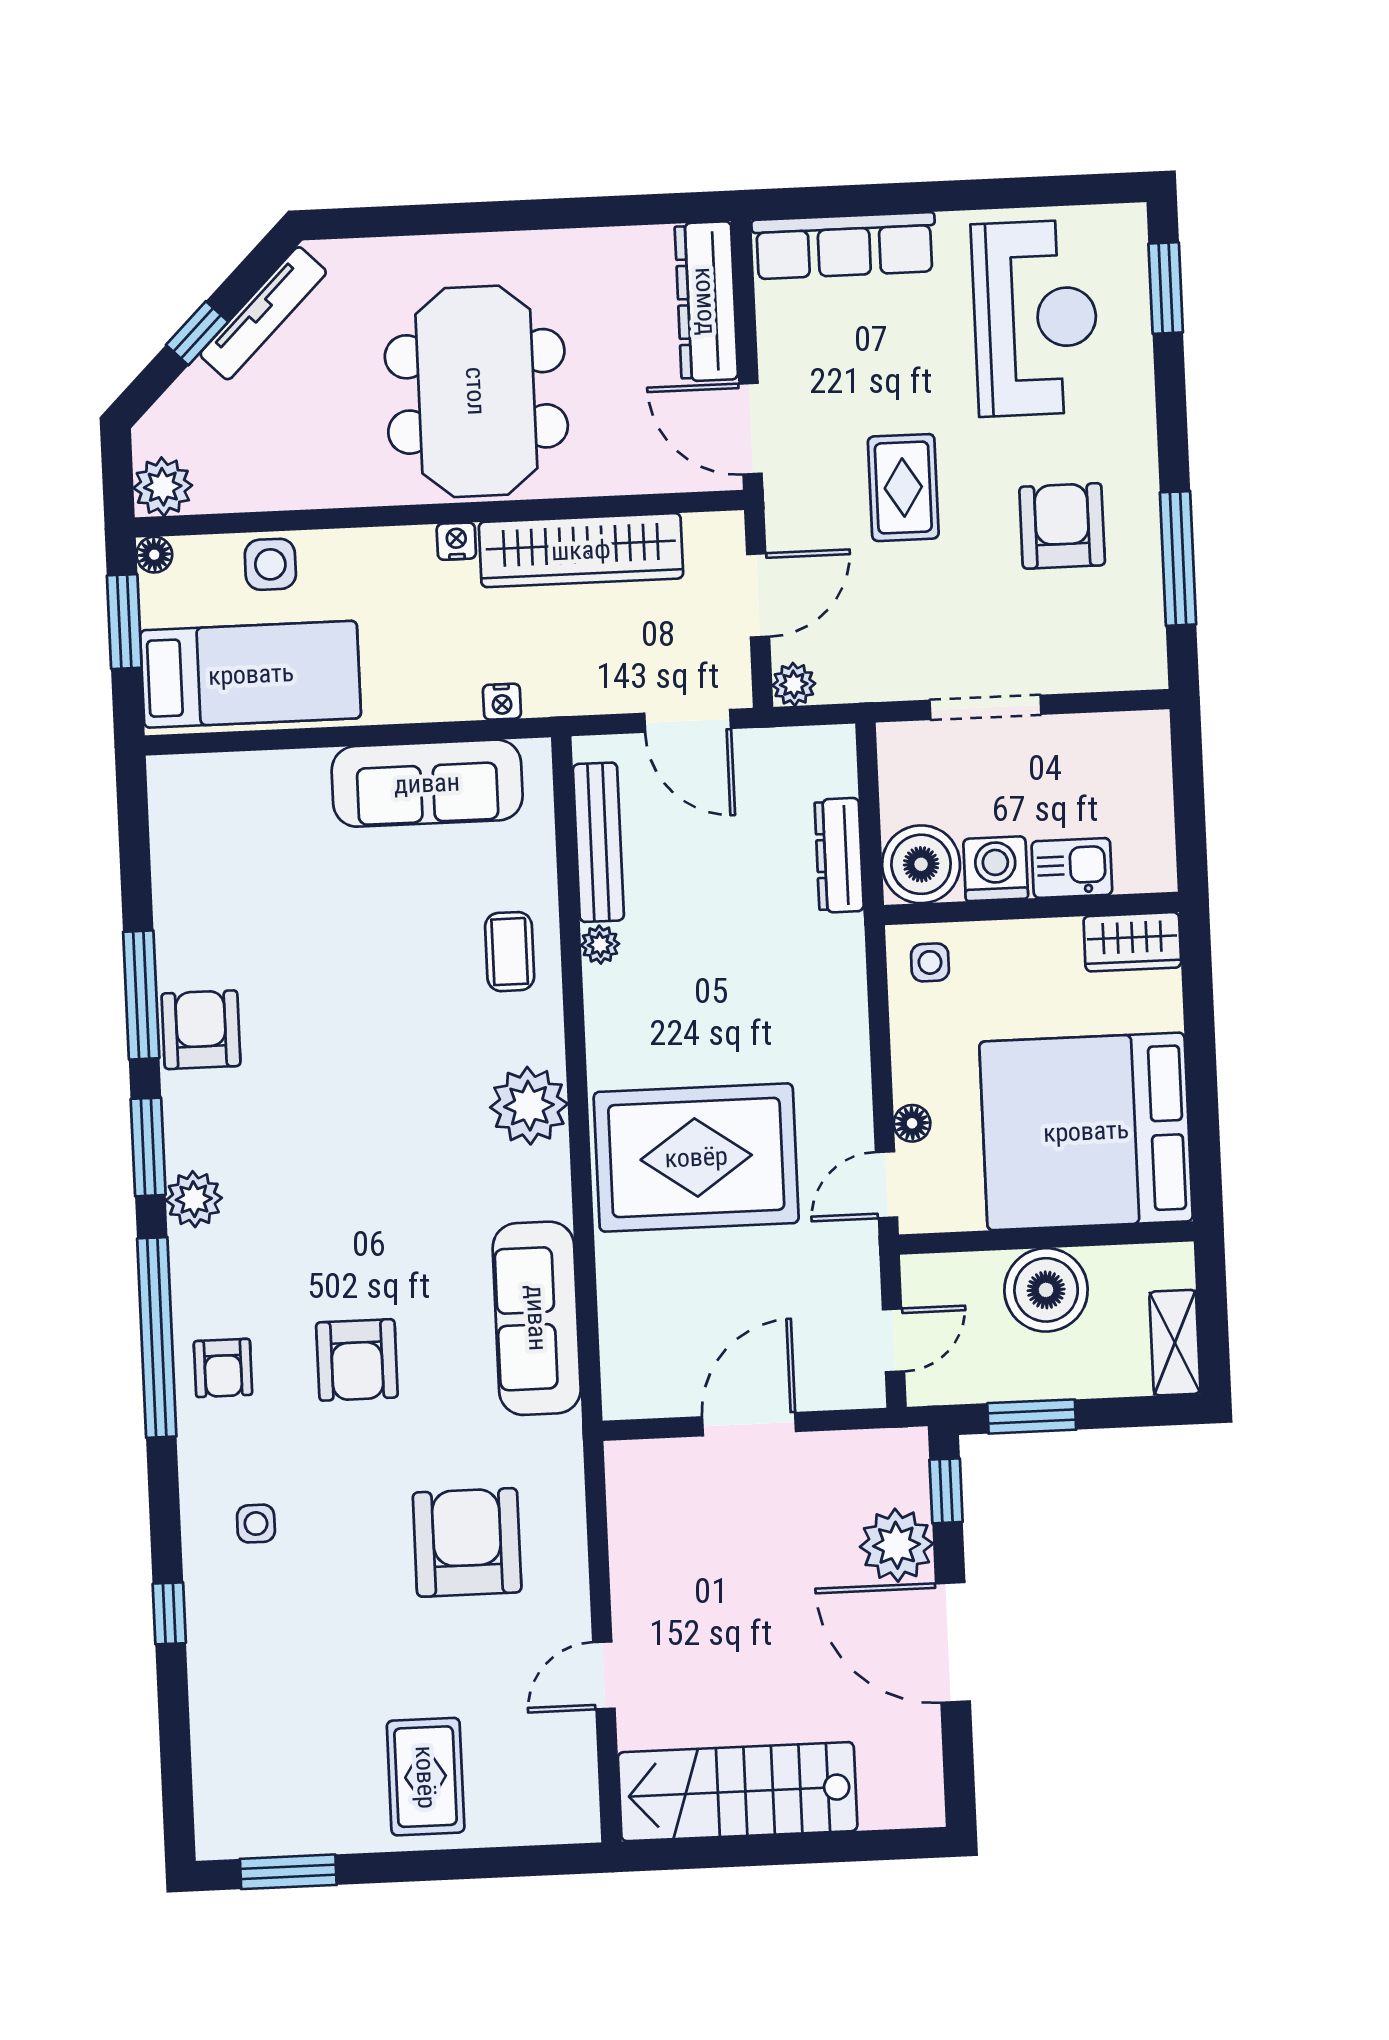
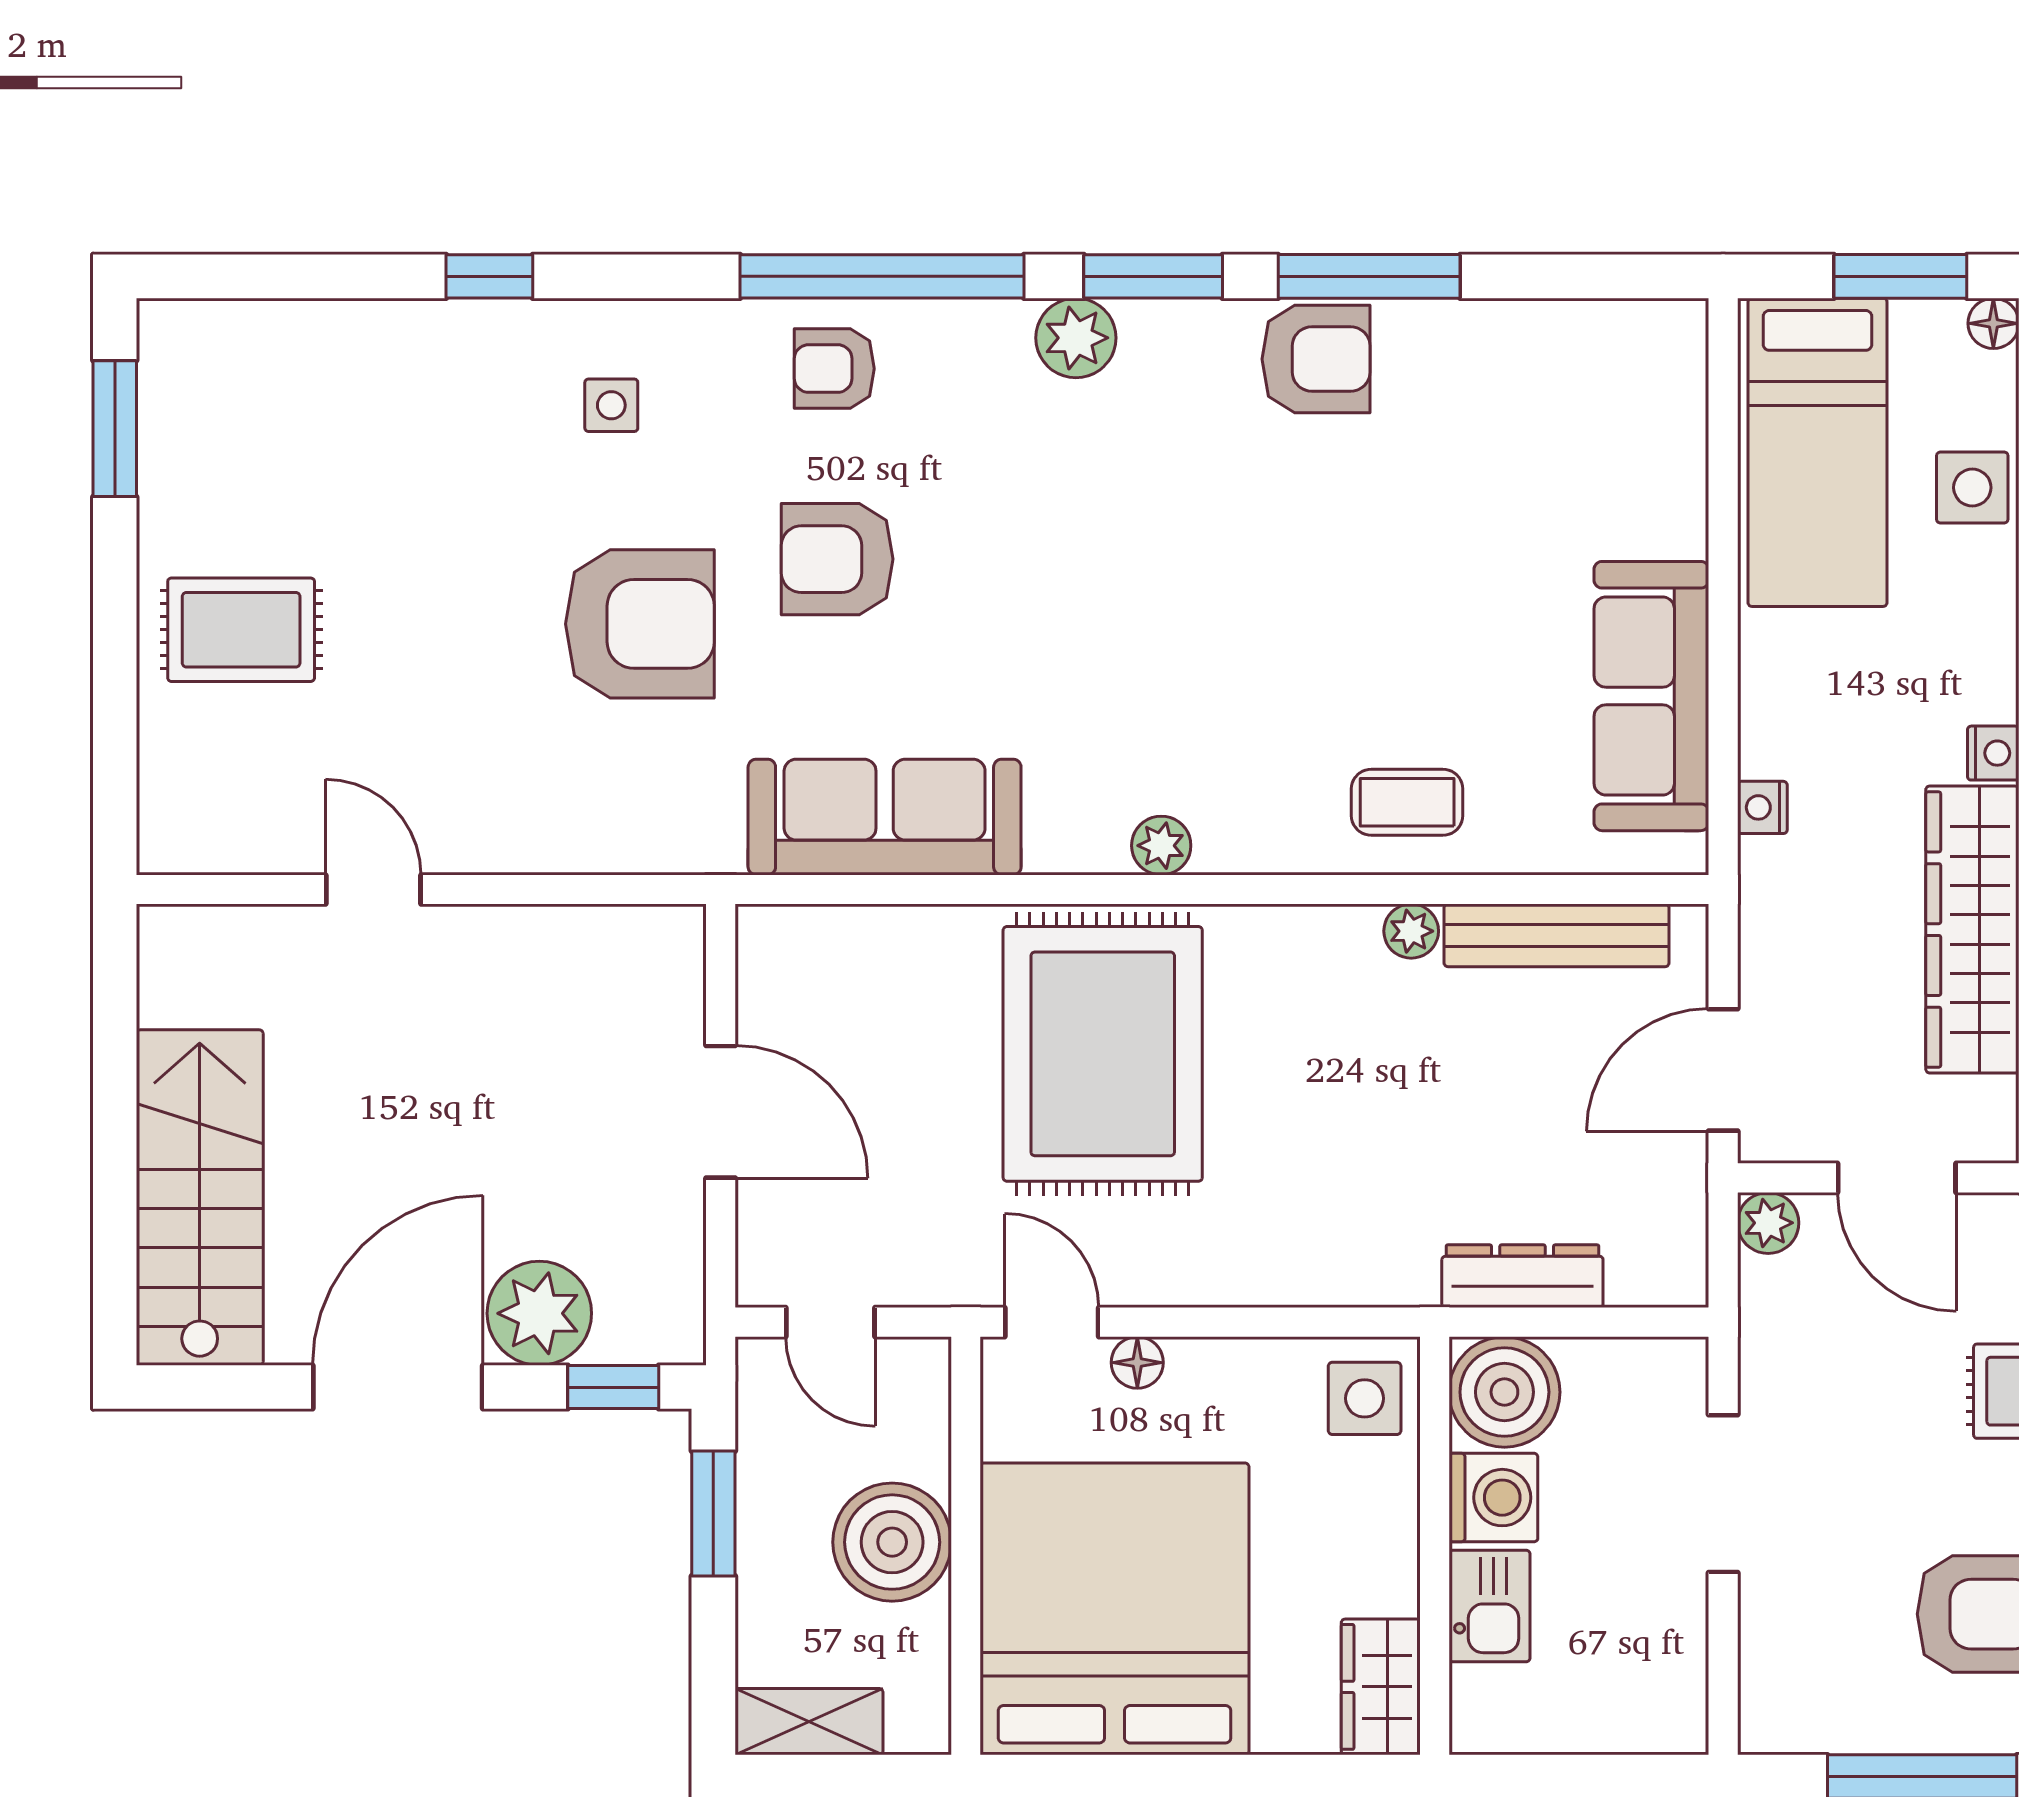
side table: (930, 962) -> (1365, 1398), width x1.37, depth x1.37
plant: (529, 1106) -> (1161, 846), width x0.53, depth x0.53
armchair: (467, 1542) -> (640, 624), moved
stairs: (738, 1792) -> (200, 1198), moved

